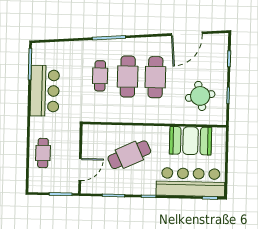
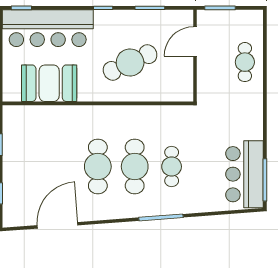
bar counter: (45, 91) -> (245, 174), moved
round table: (200, 96) -> (38, 143), removed

